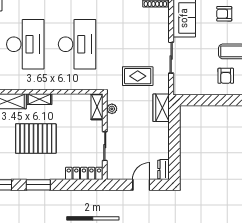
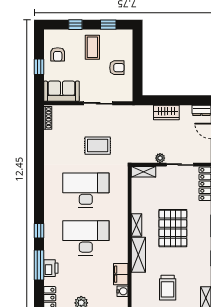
rug: (138, 76) -> (98, 146), moved, turned 90
armchair: (226, 76) -> (117, 68), moved
wardrobe: (161, 108) -> (166, 113), moved
plant: (112, 109) -> (160, 158), moved

